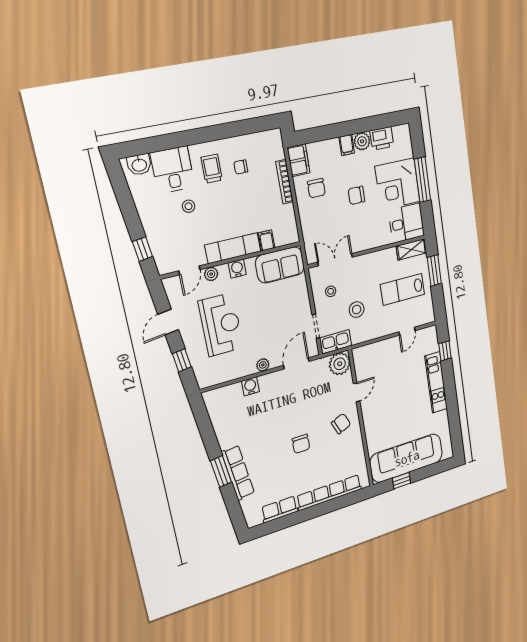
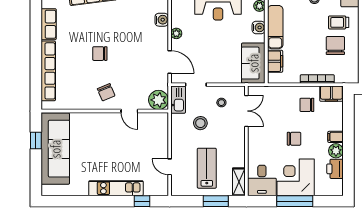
chair: (241, 167) -> (335, 46), width x1.87, depth x1.87
trolley: (212, 169) -> (339, 22), turned 180
chair: (356, 195) -> (294, 139), turned 90
filing cabinet: (267, 240) -> (275, 61), width x2.00

